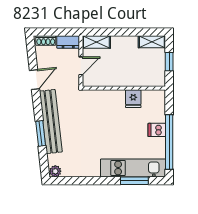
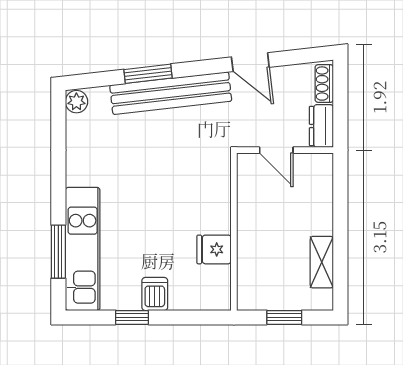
shelving: (96, 42) -> (321, 180), removed
shelving: (152, 42) -> (322, 262), moved
window: (169, 142) -> (132, 317), width x0.32

